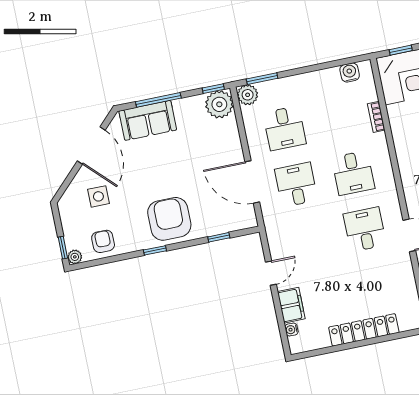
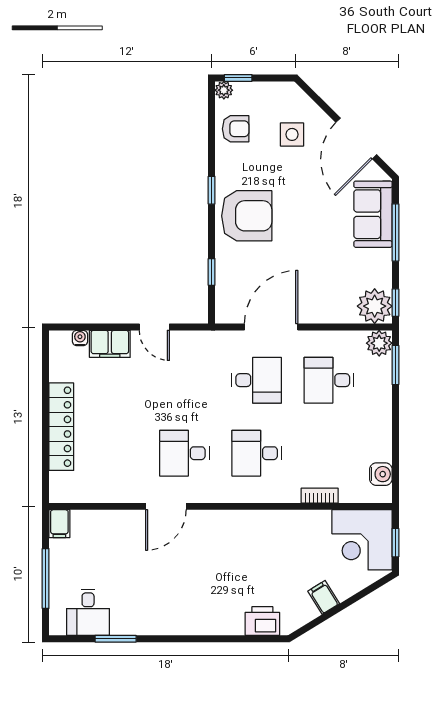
door: (91, 146) -> (356, 139), hinge flipped
desk: (365, 229) -> (184, 453), turned 180

